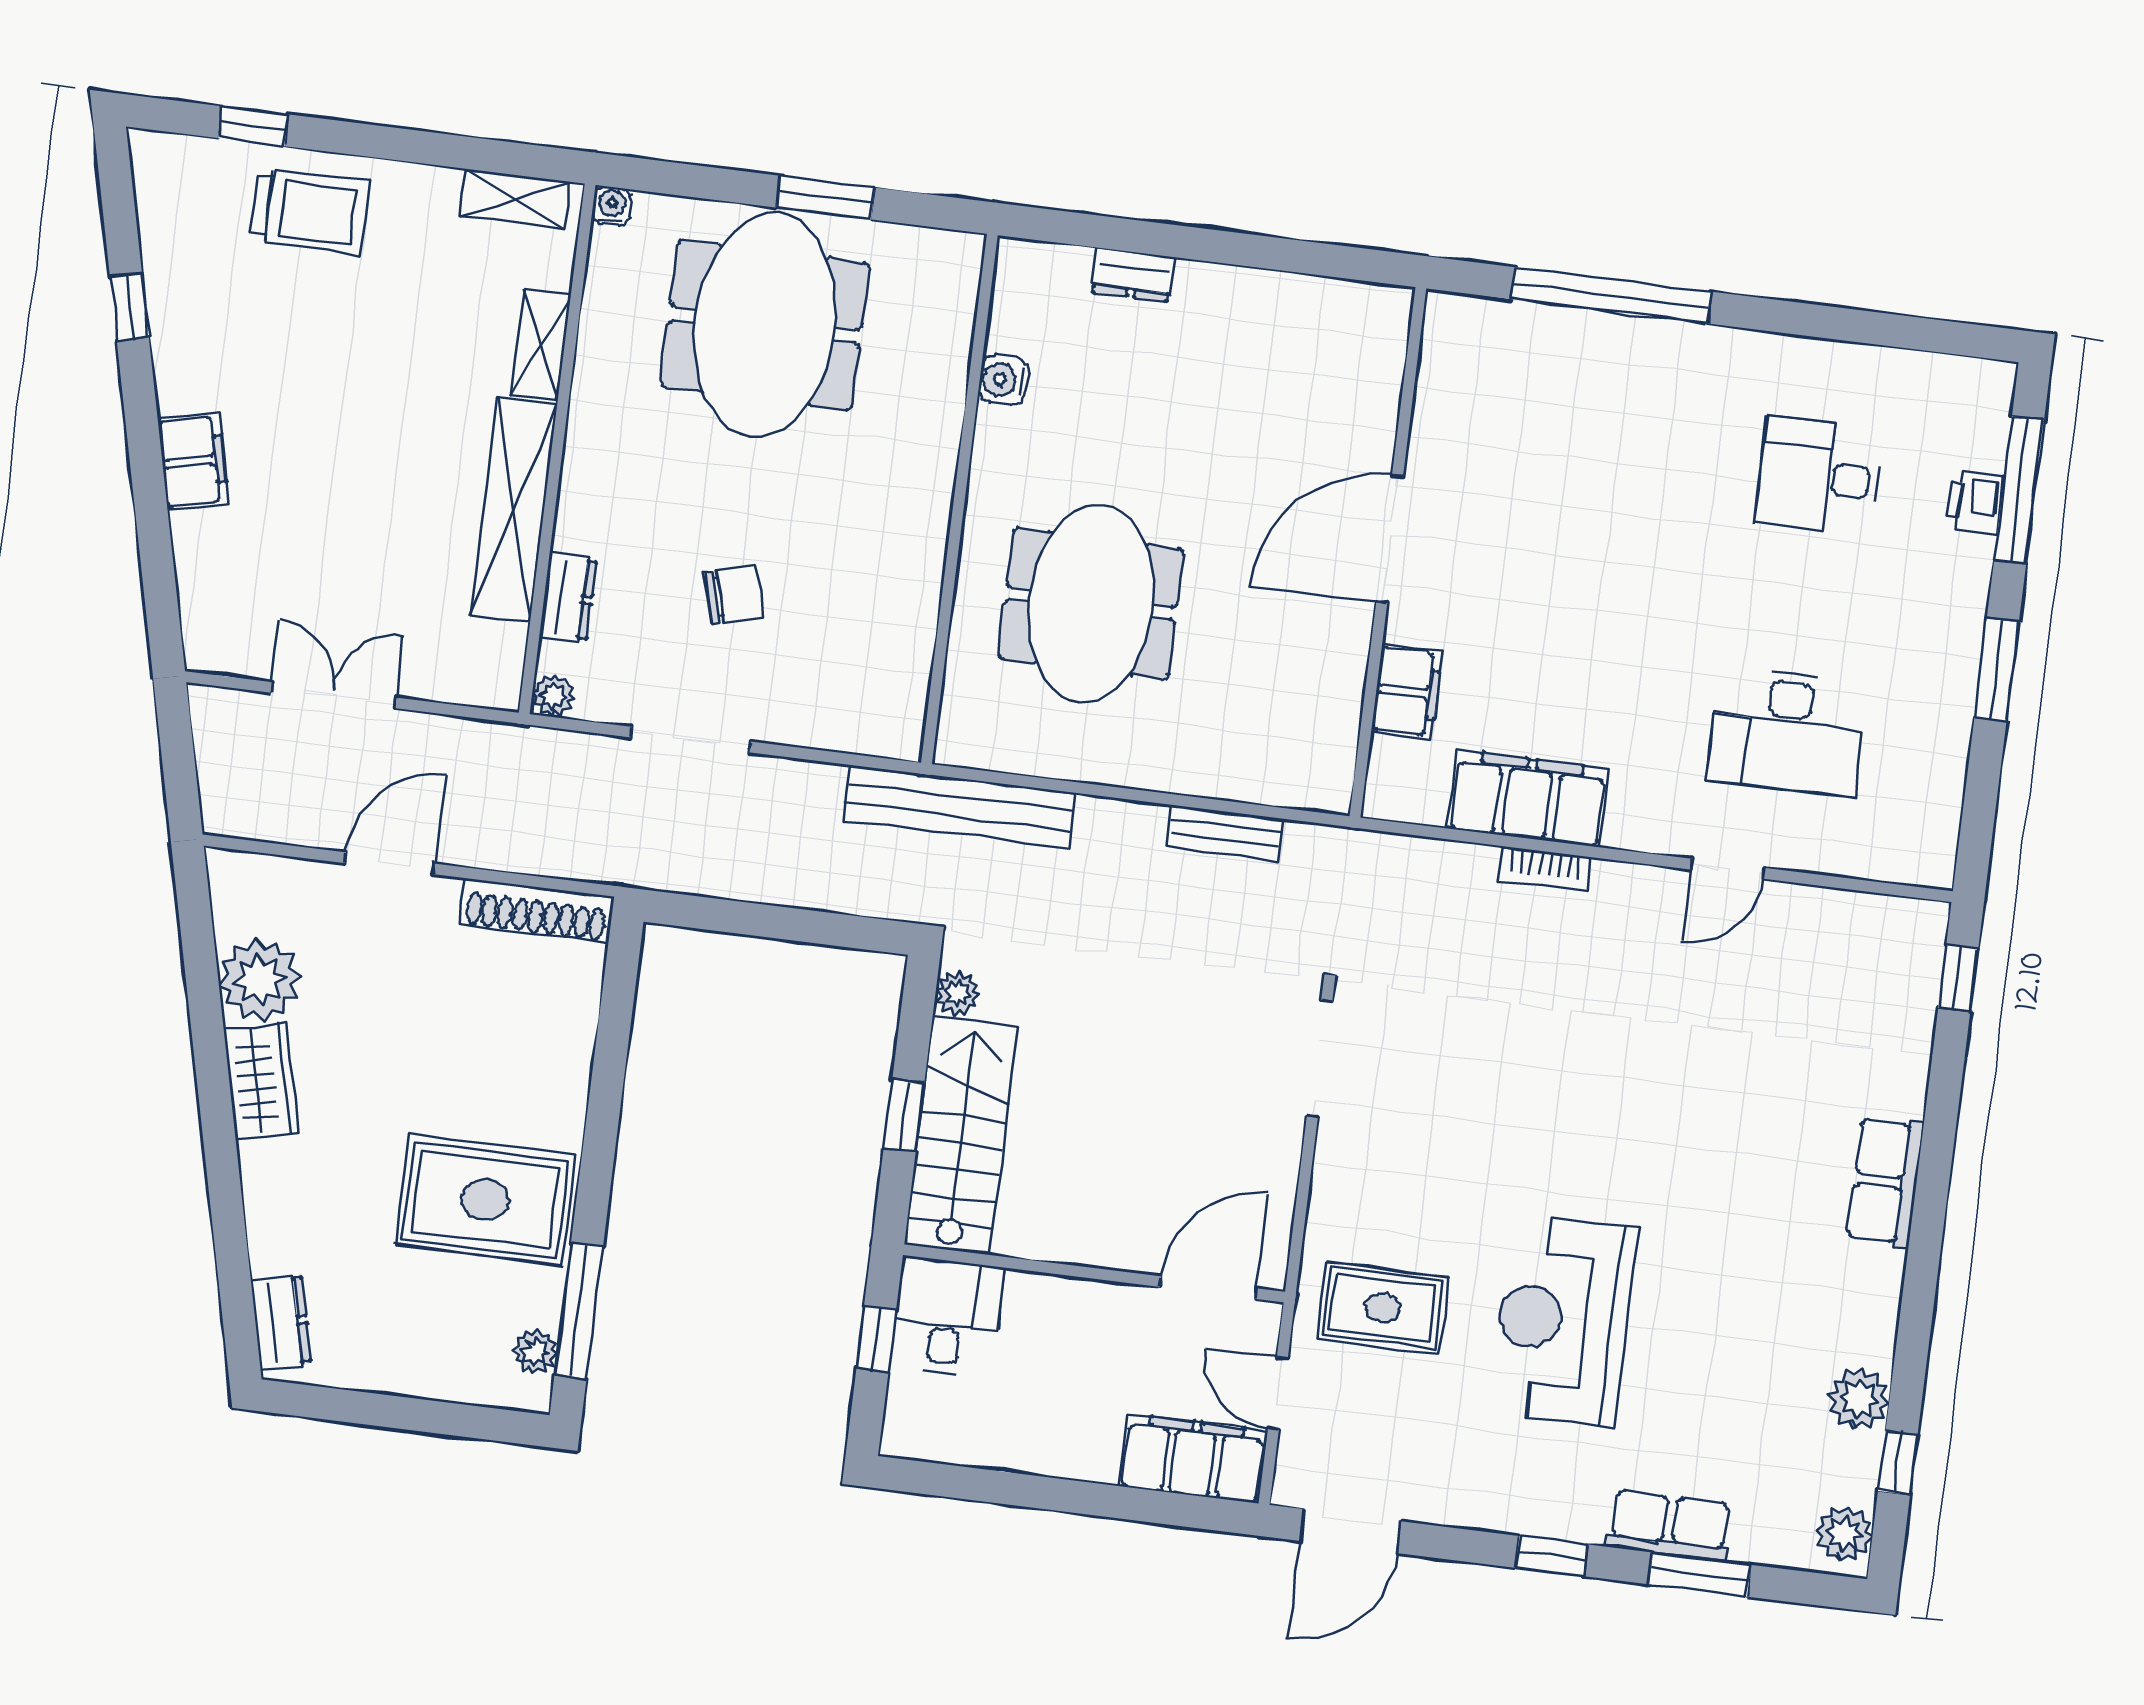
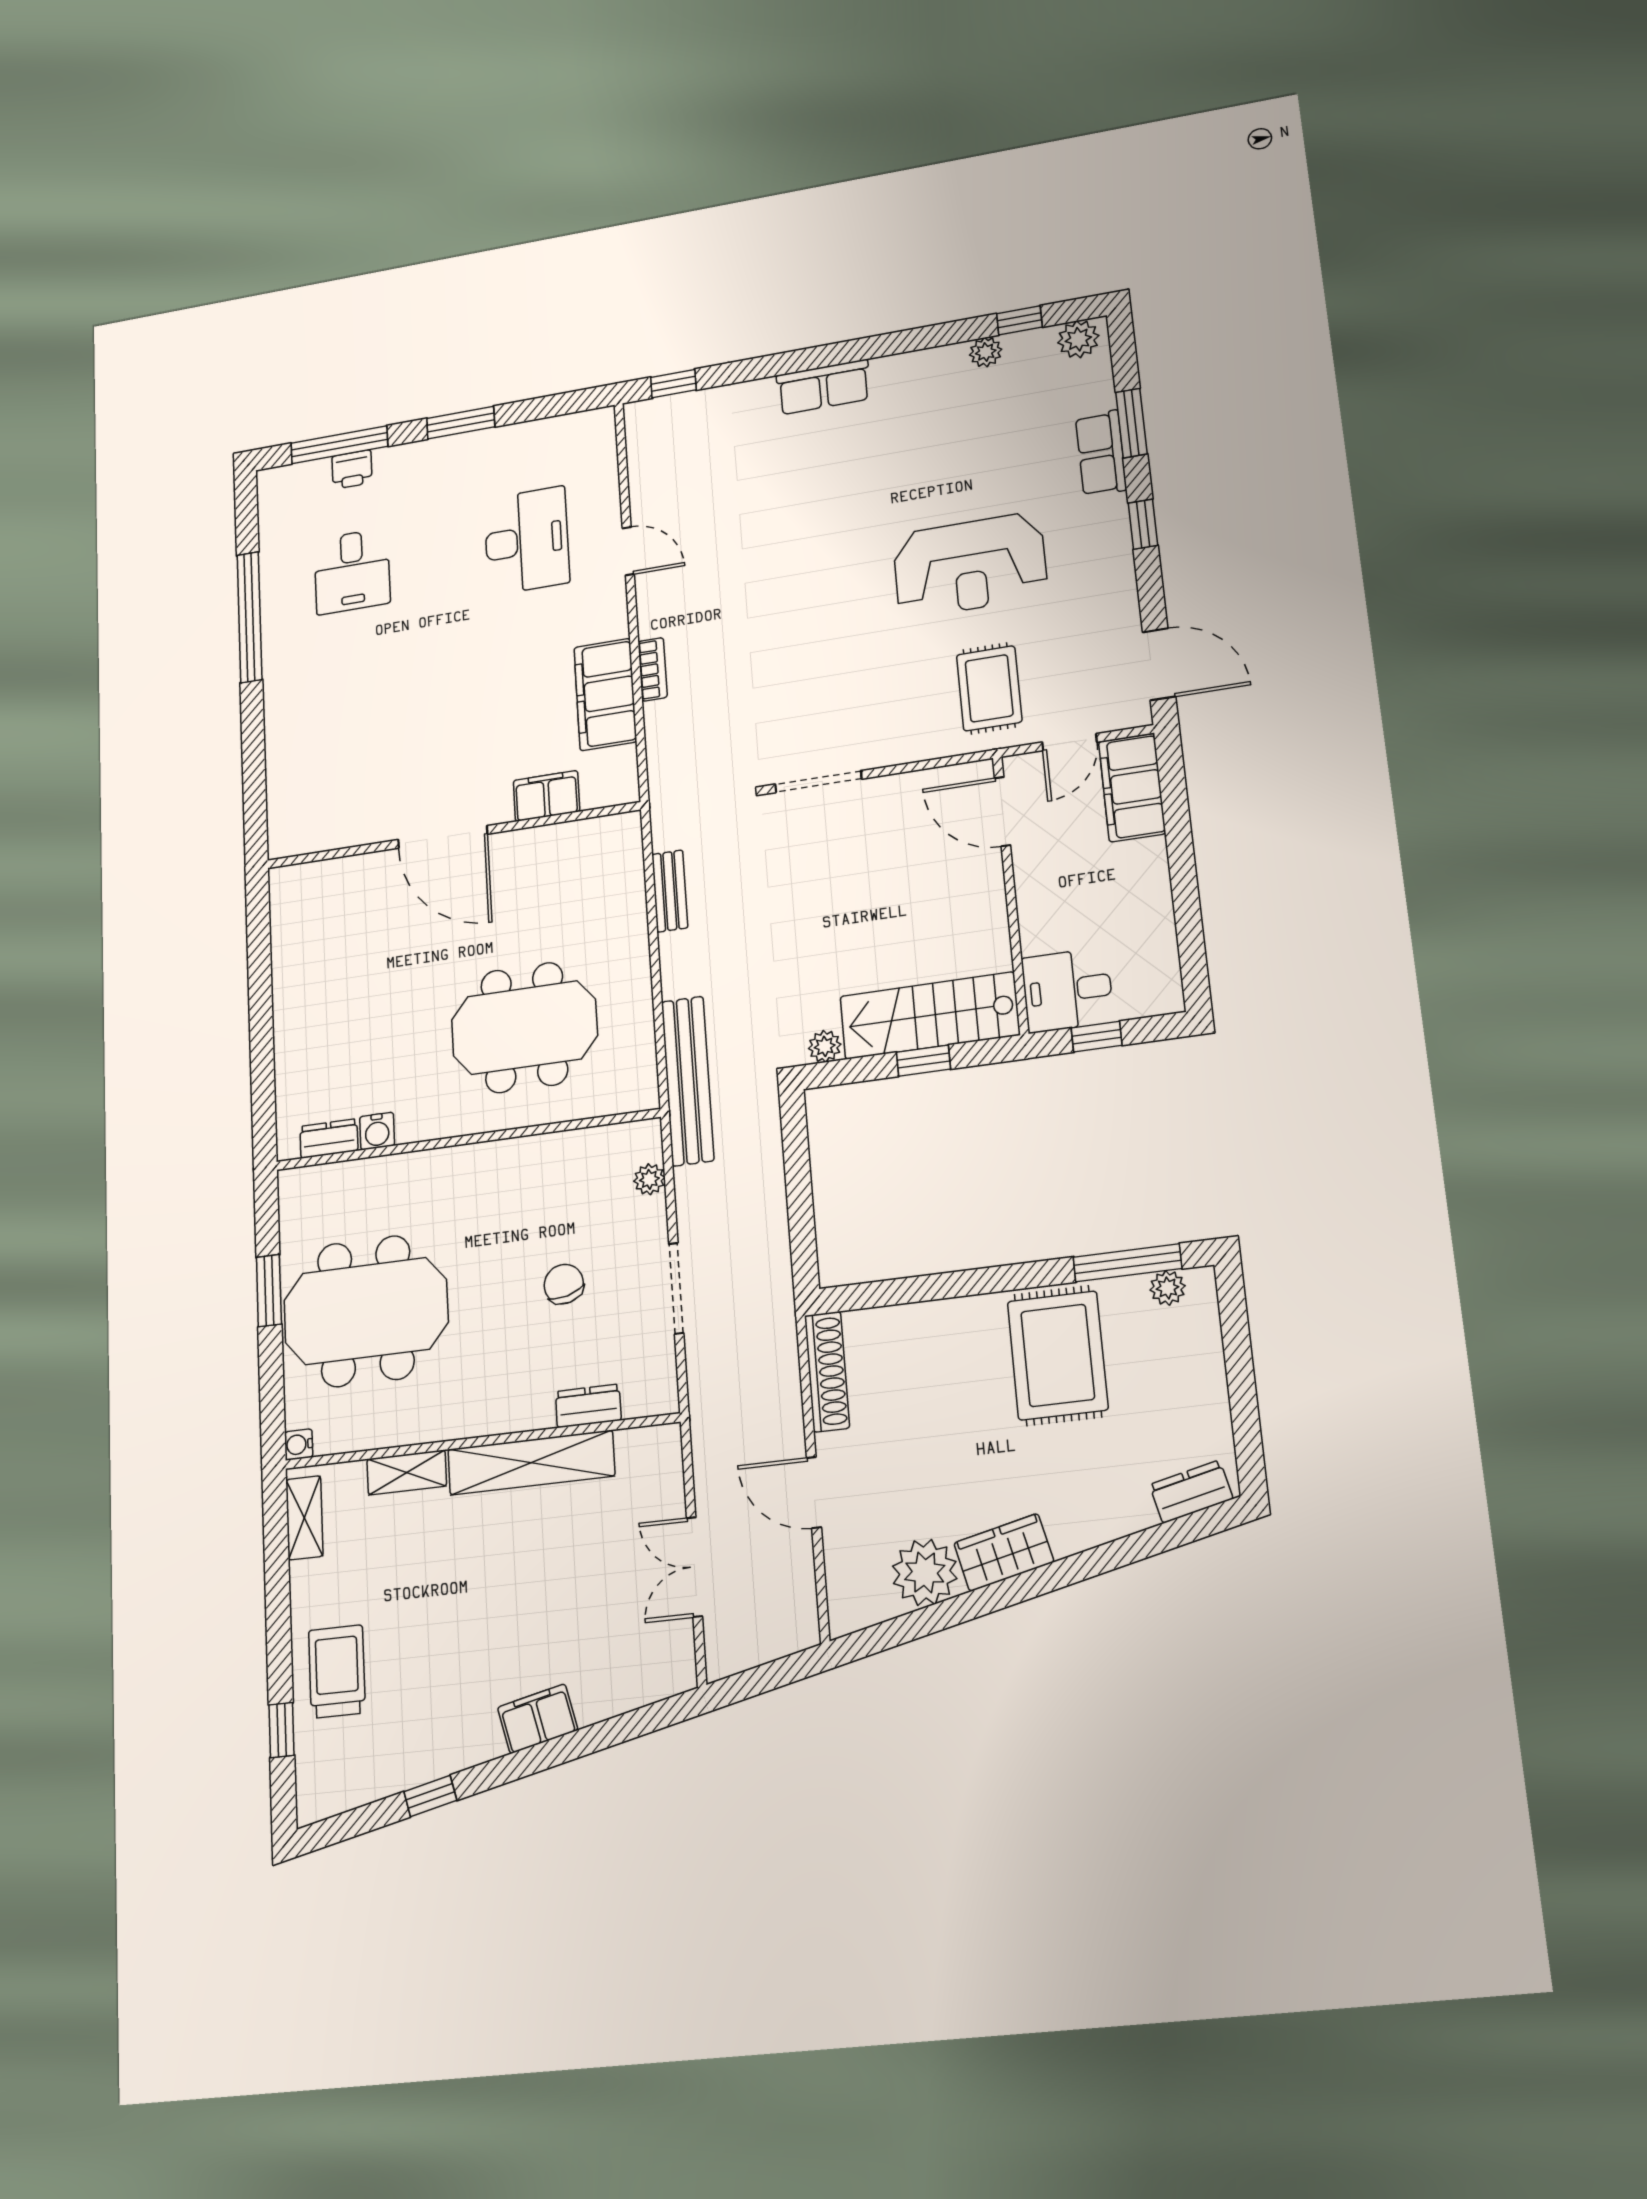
dresser: (1133, 275) -> (329, 1139), moved, turned -90
window: (1611, 295) -> (249, 617), moved
plant: (553, 696) -> (649, 1179), moved
plant: (1859, 1399) -> (986, 352), width x0.73, depth x0.73

